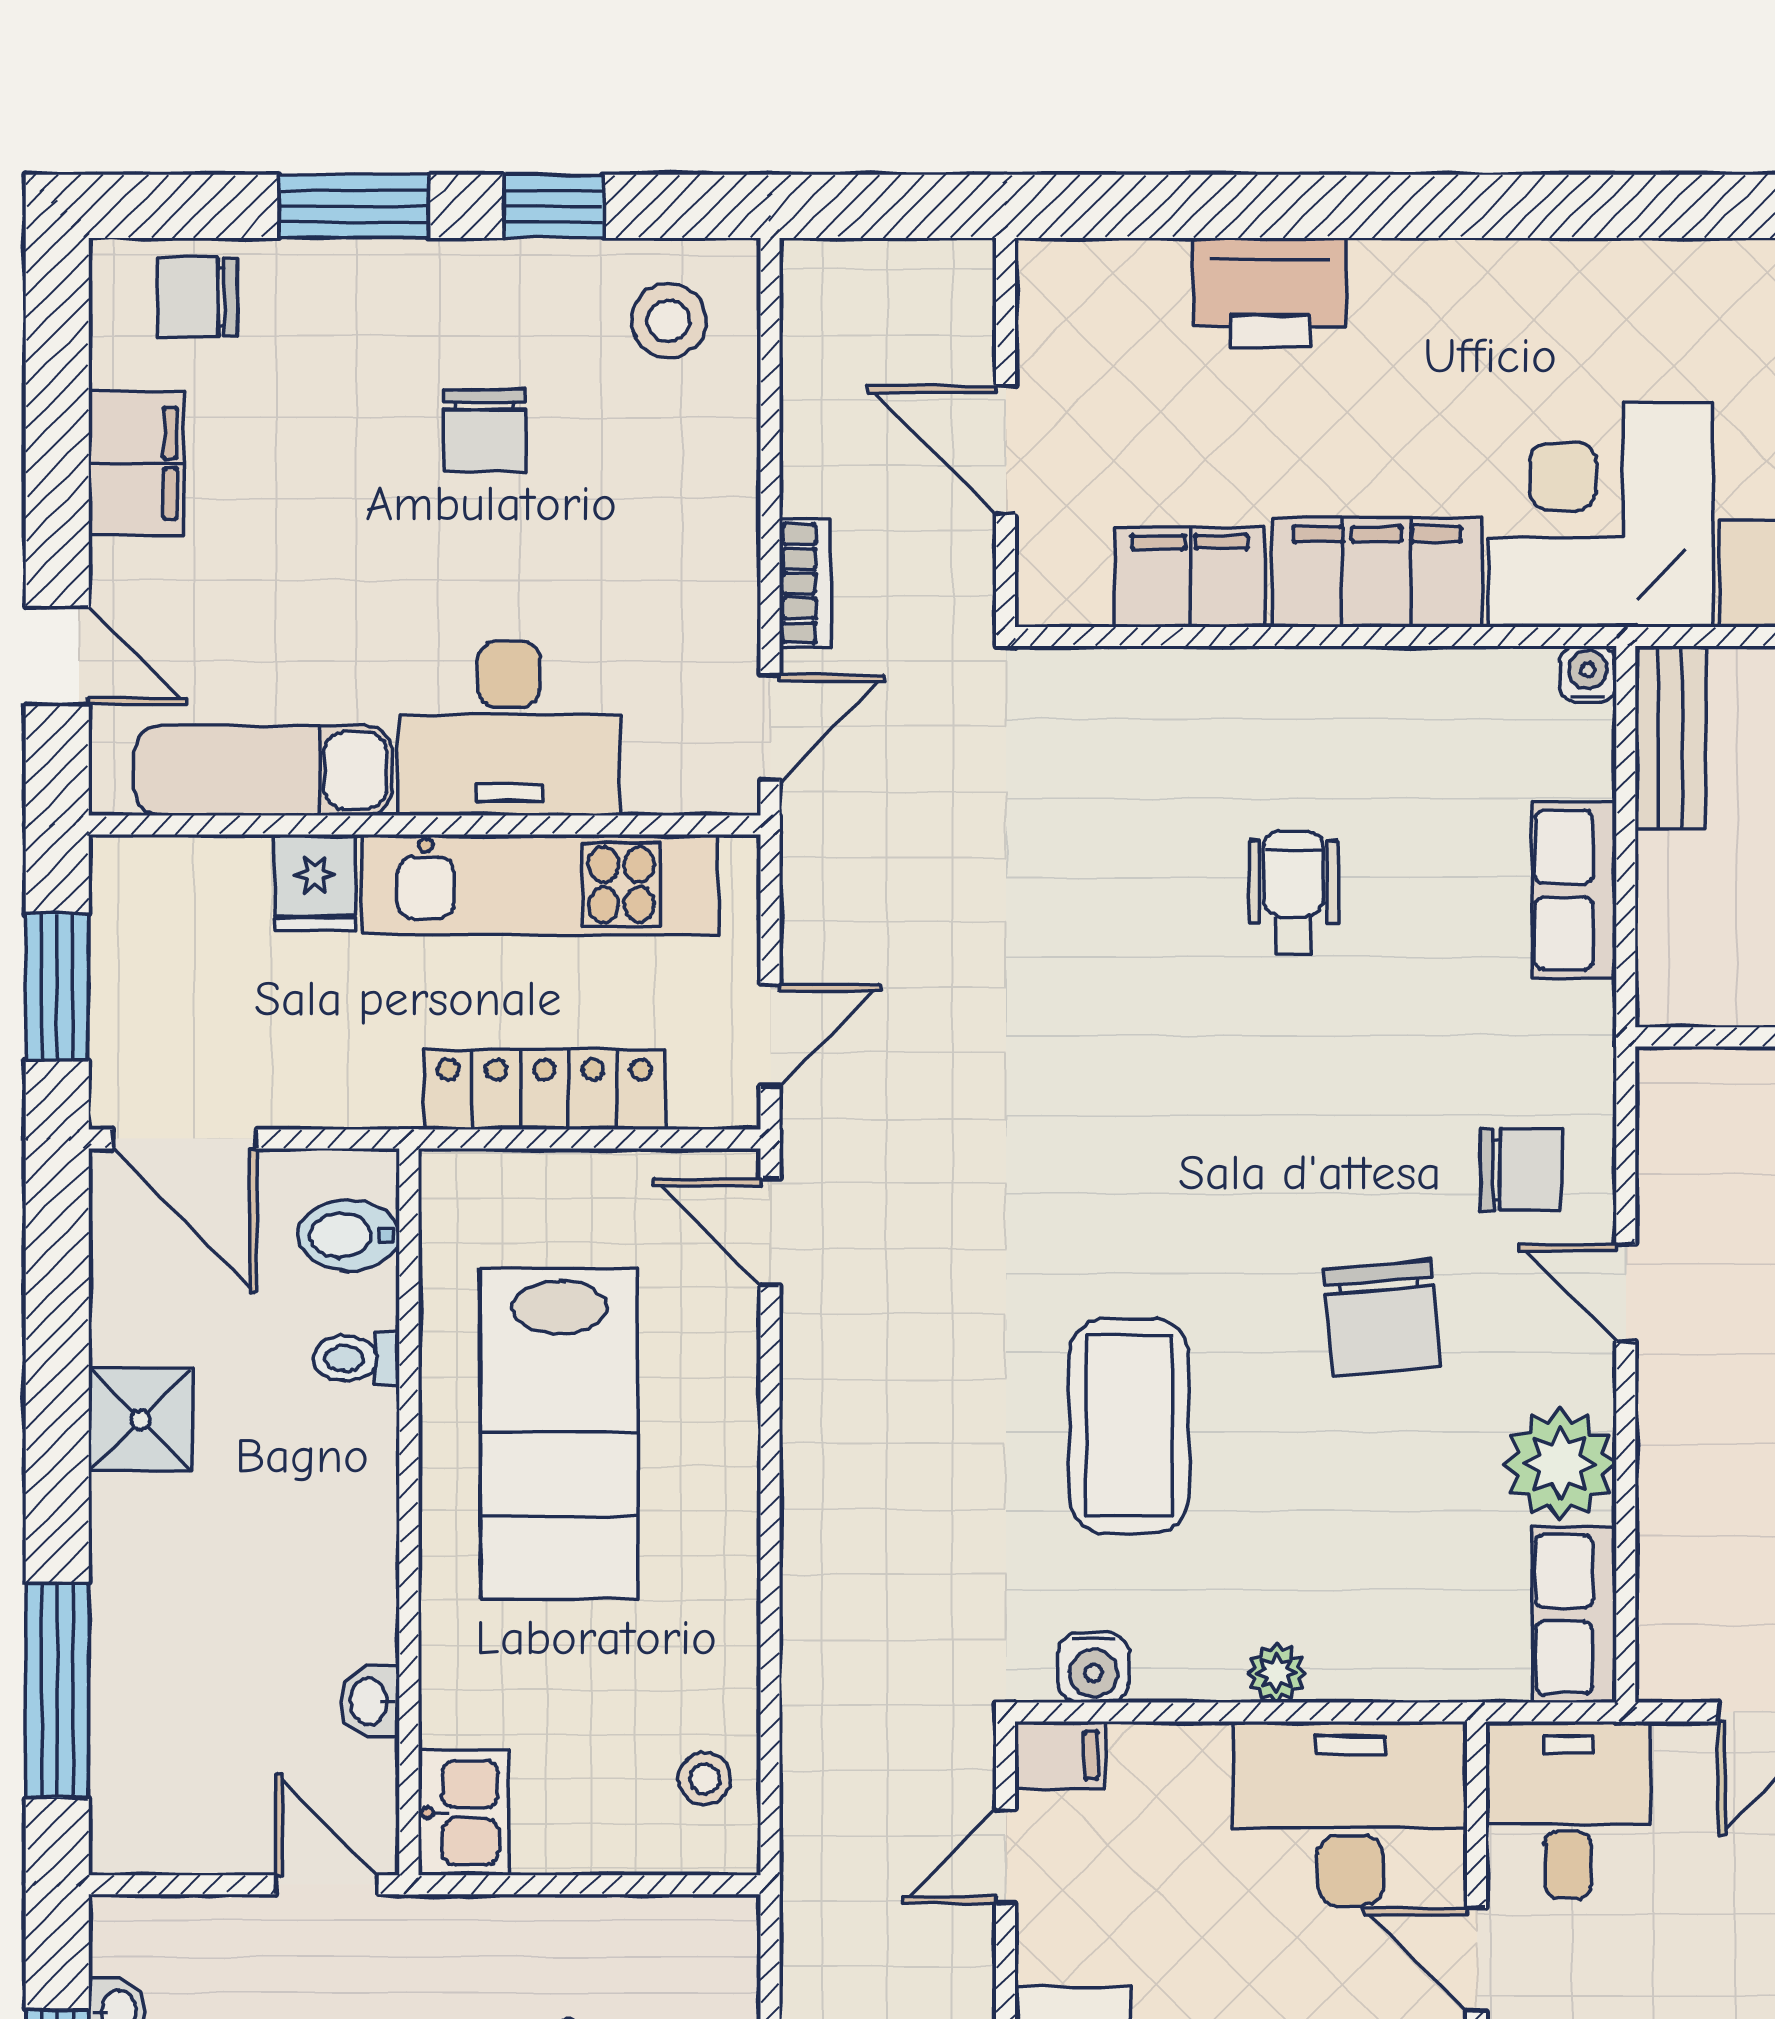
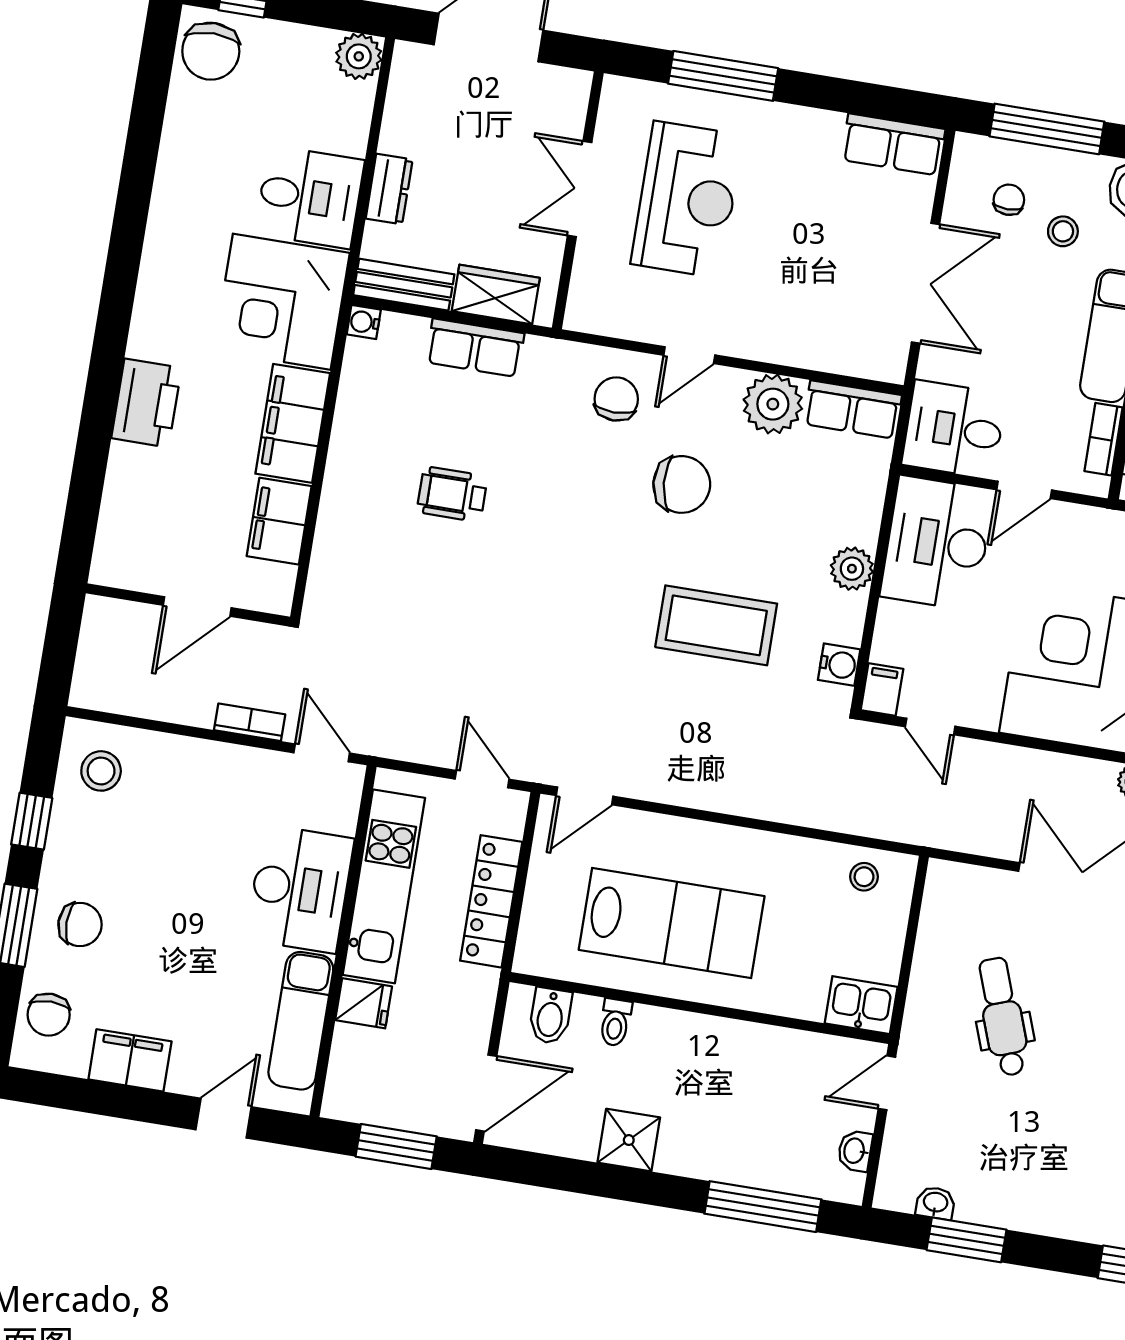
printer: (1270, 293) -> (146, 403), moved
chair: (485, 431) -> (80, 924), moved
wardrobe: (1680, 913) -> (496, 295), added
plant: (1277, 1673) -> (852, 569), width x1.38, depth x1.38
washbasin: (370, 1702) -> (855, 1151), moved, turned 90

